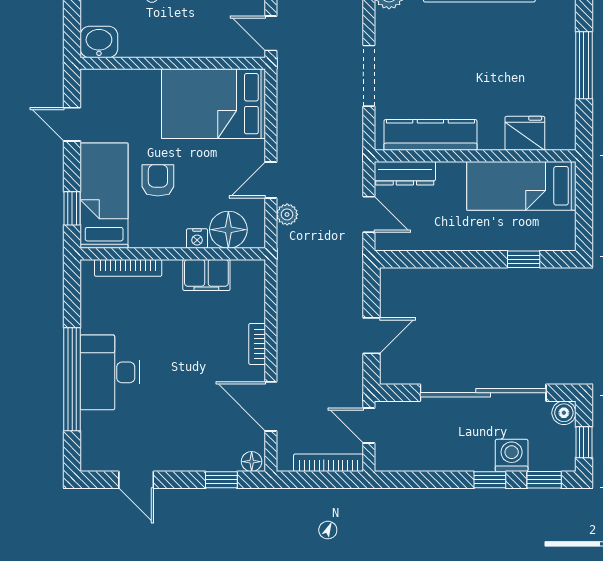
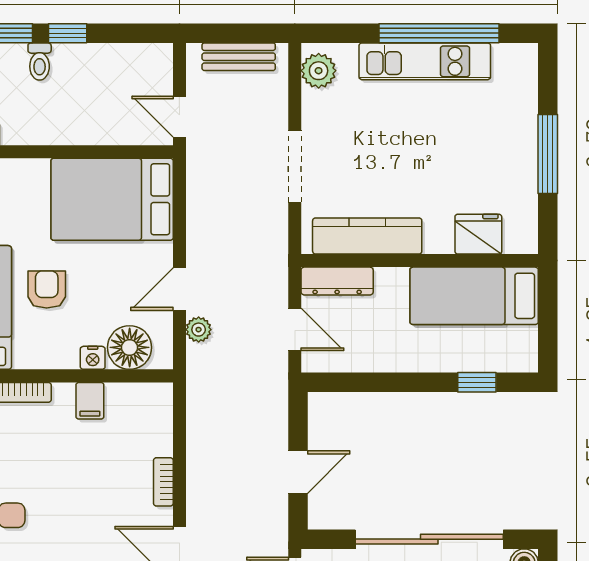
filing cabinet: (206, 275) -> (90, 401), width x0.50

